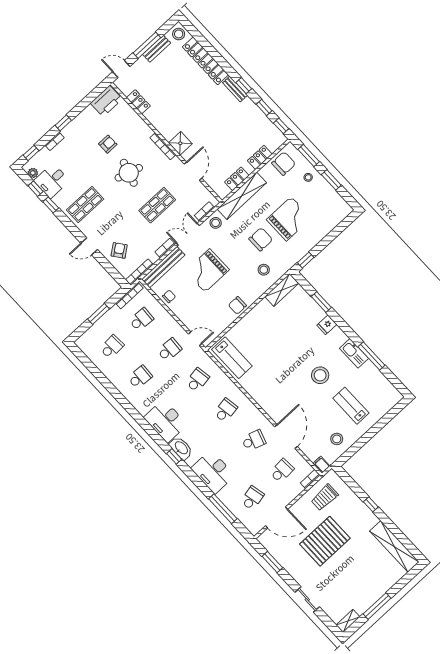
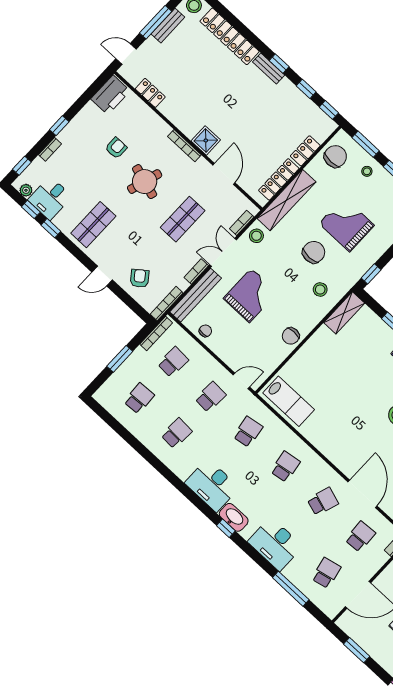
locker: (237, 179) -> (279, 179), width x1.53
grand piano: (289, 219) -> (347, 224), turned -90
grand piano: (207, 270) -> (250, 295), turned 180

